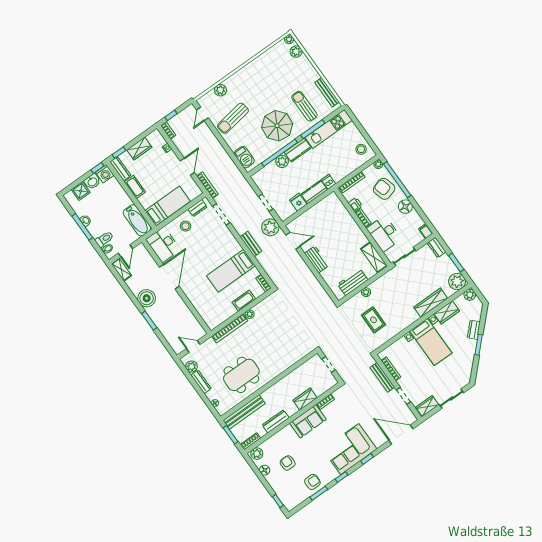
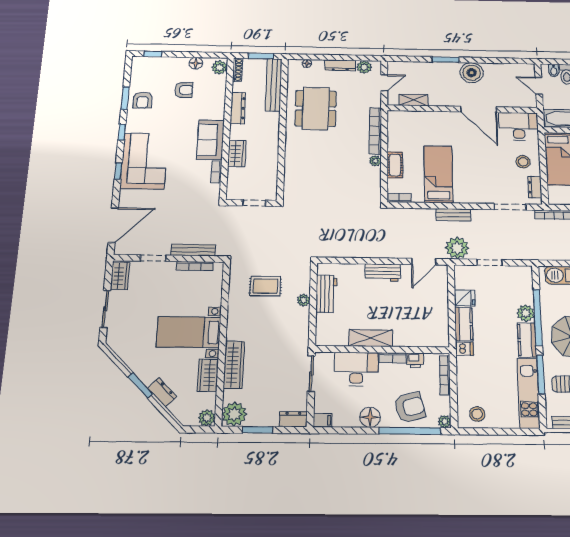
shelving: (374, 257) -> (371, 338), moved
shelving: (121, 270) -> (413, 100), moved

